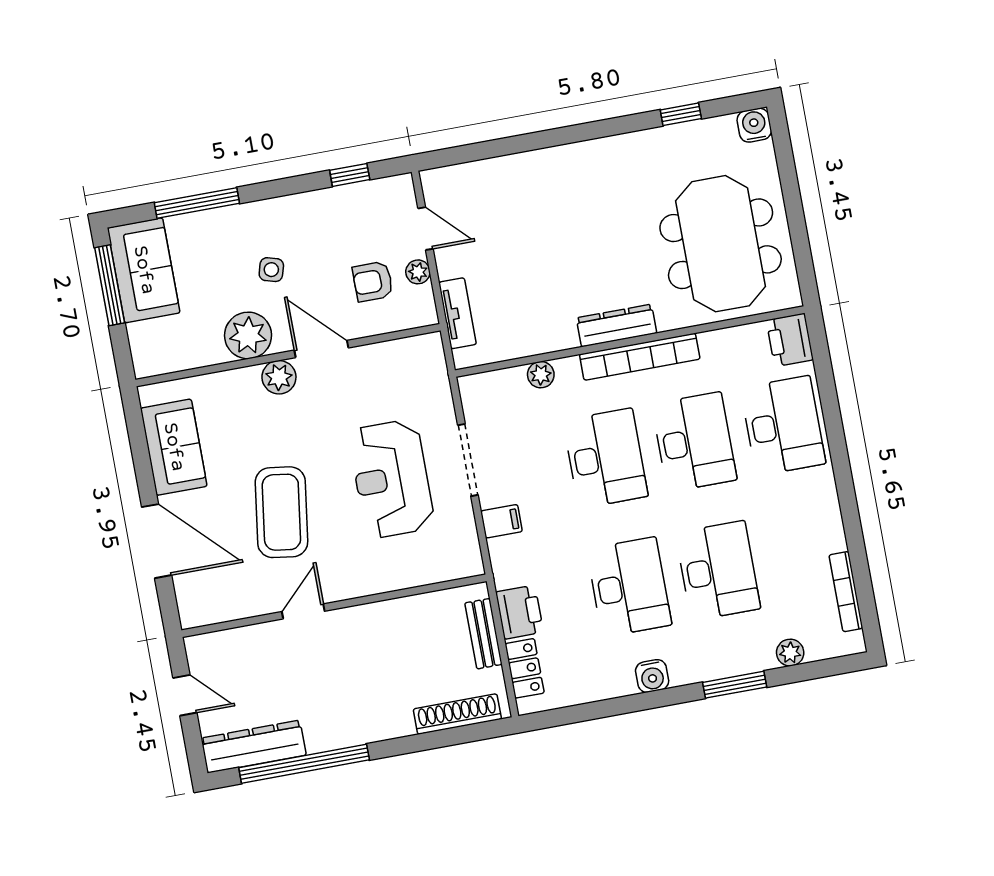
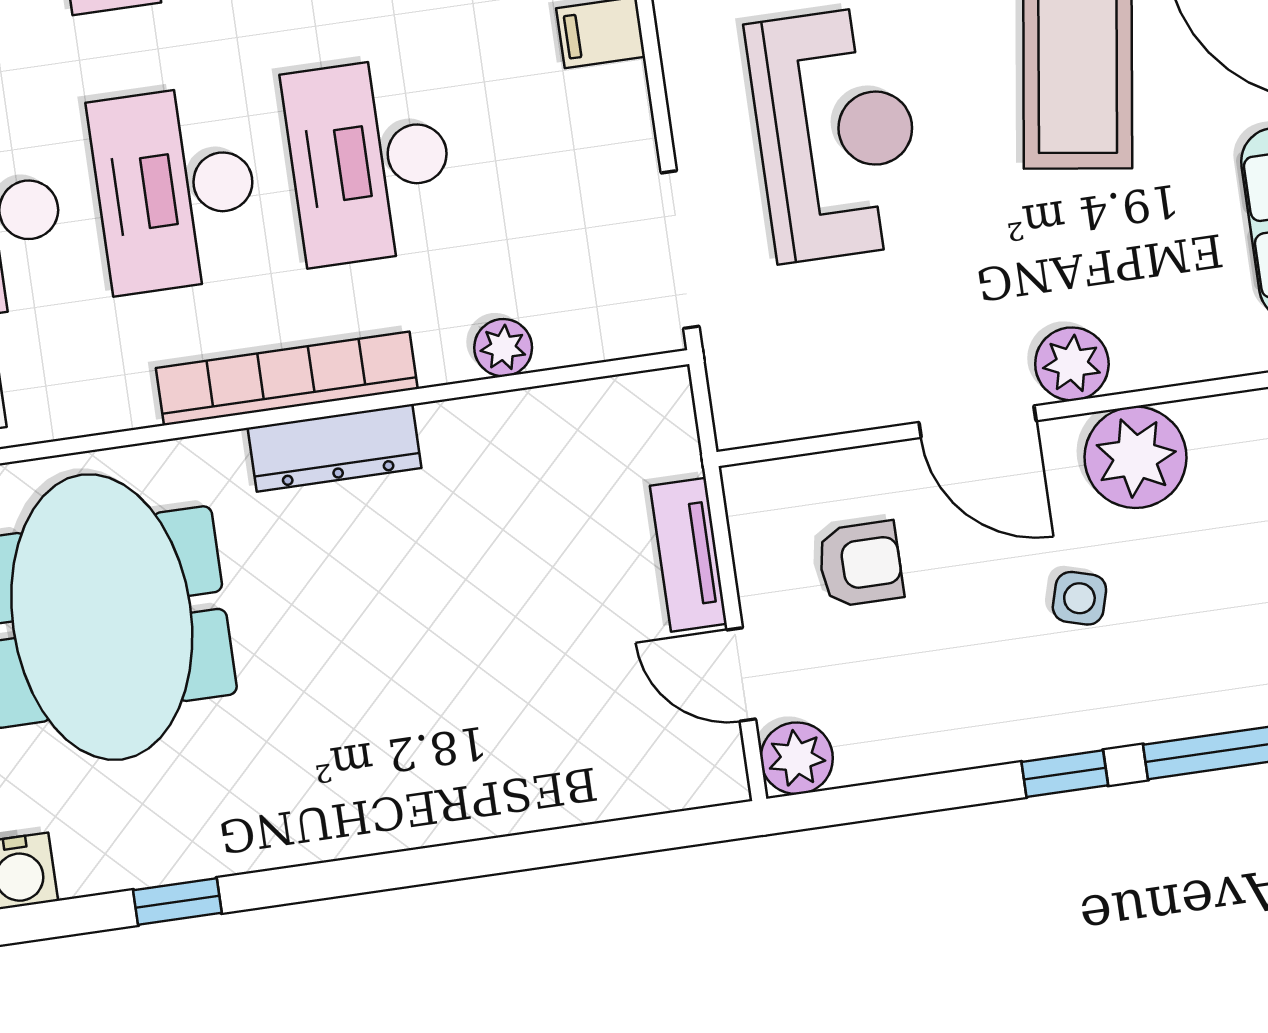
window: (350, 175) -> (1065, 774), moved
plant: (418, 272) -> (797, 758), moved, width x1.38, depth x1.38
tv unit: (458, 313) -> (688, 555), moved
doorway: (468, 460) -> (680, 250), moved

